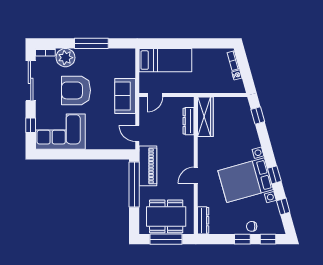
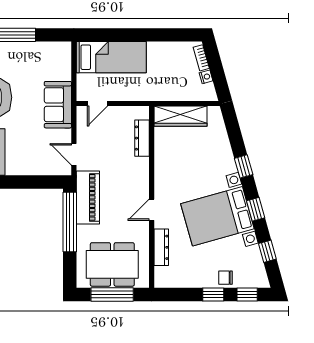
window: (258, 115) -> (244, 166), moved
wardrobe: (205, 117) -> (180, 116), moved, turned 90
dresser: (203, 220) -> (161, 247), moved

